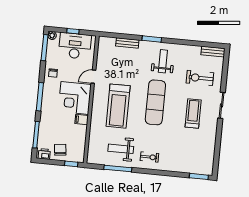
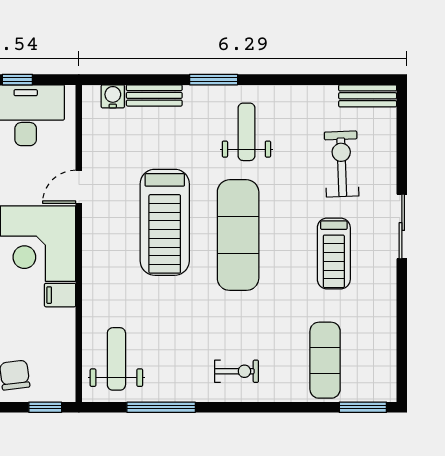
water cooler: (111, 42) -> (113, 96), added
exercise bike: (200, 78) -> (342, 164), turned 88
treadmill: (118, 106) -> (165, 222), moved
treadmill: (193, 114) -> (334, 254), turned 180
weight bench: (121, 149) -> (116, 359), moved, turned 90
exercise mat: (185, 156) -> (325, 360), added

